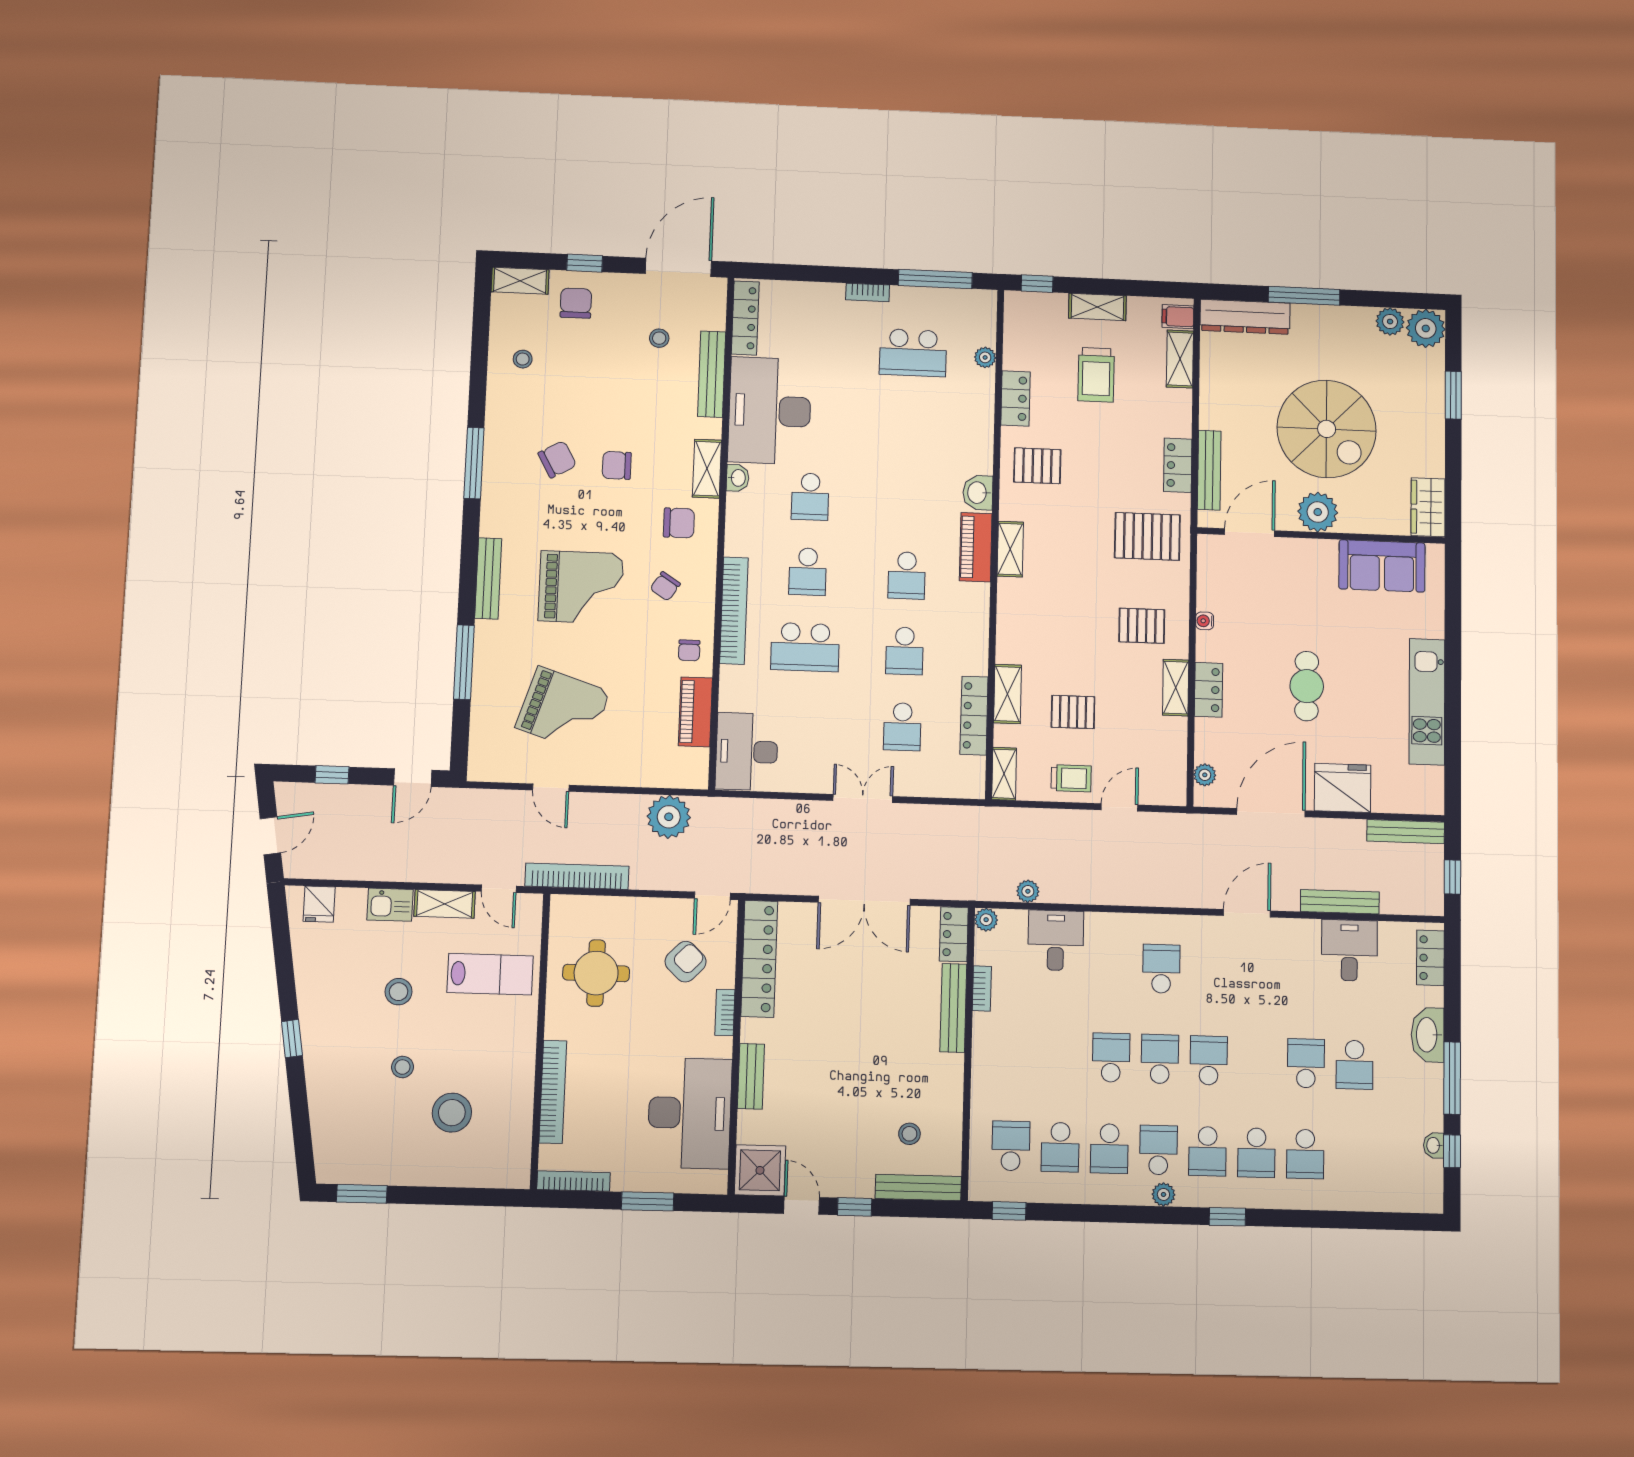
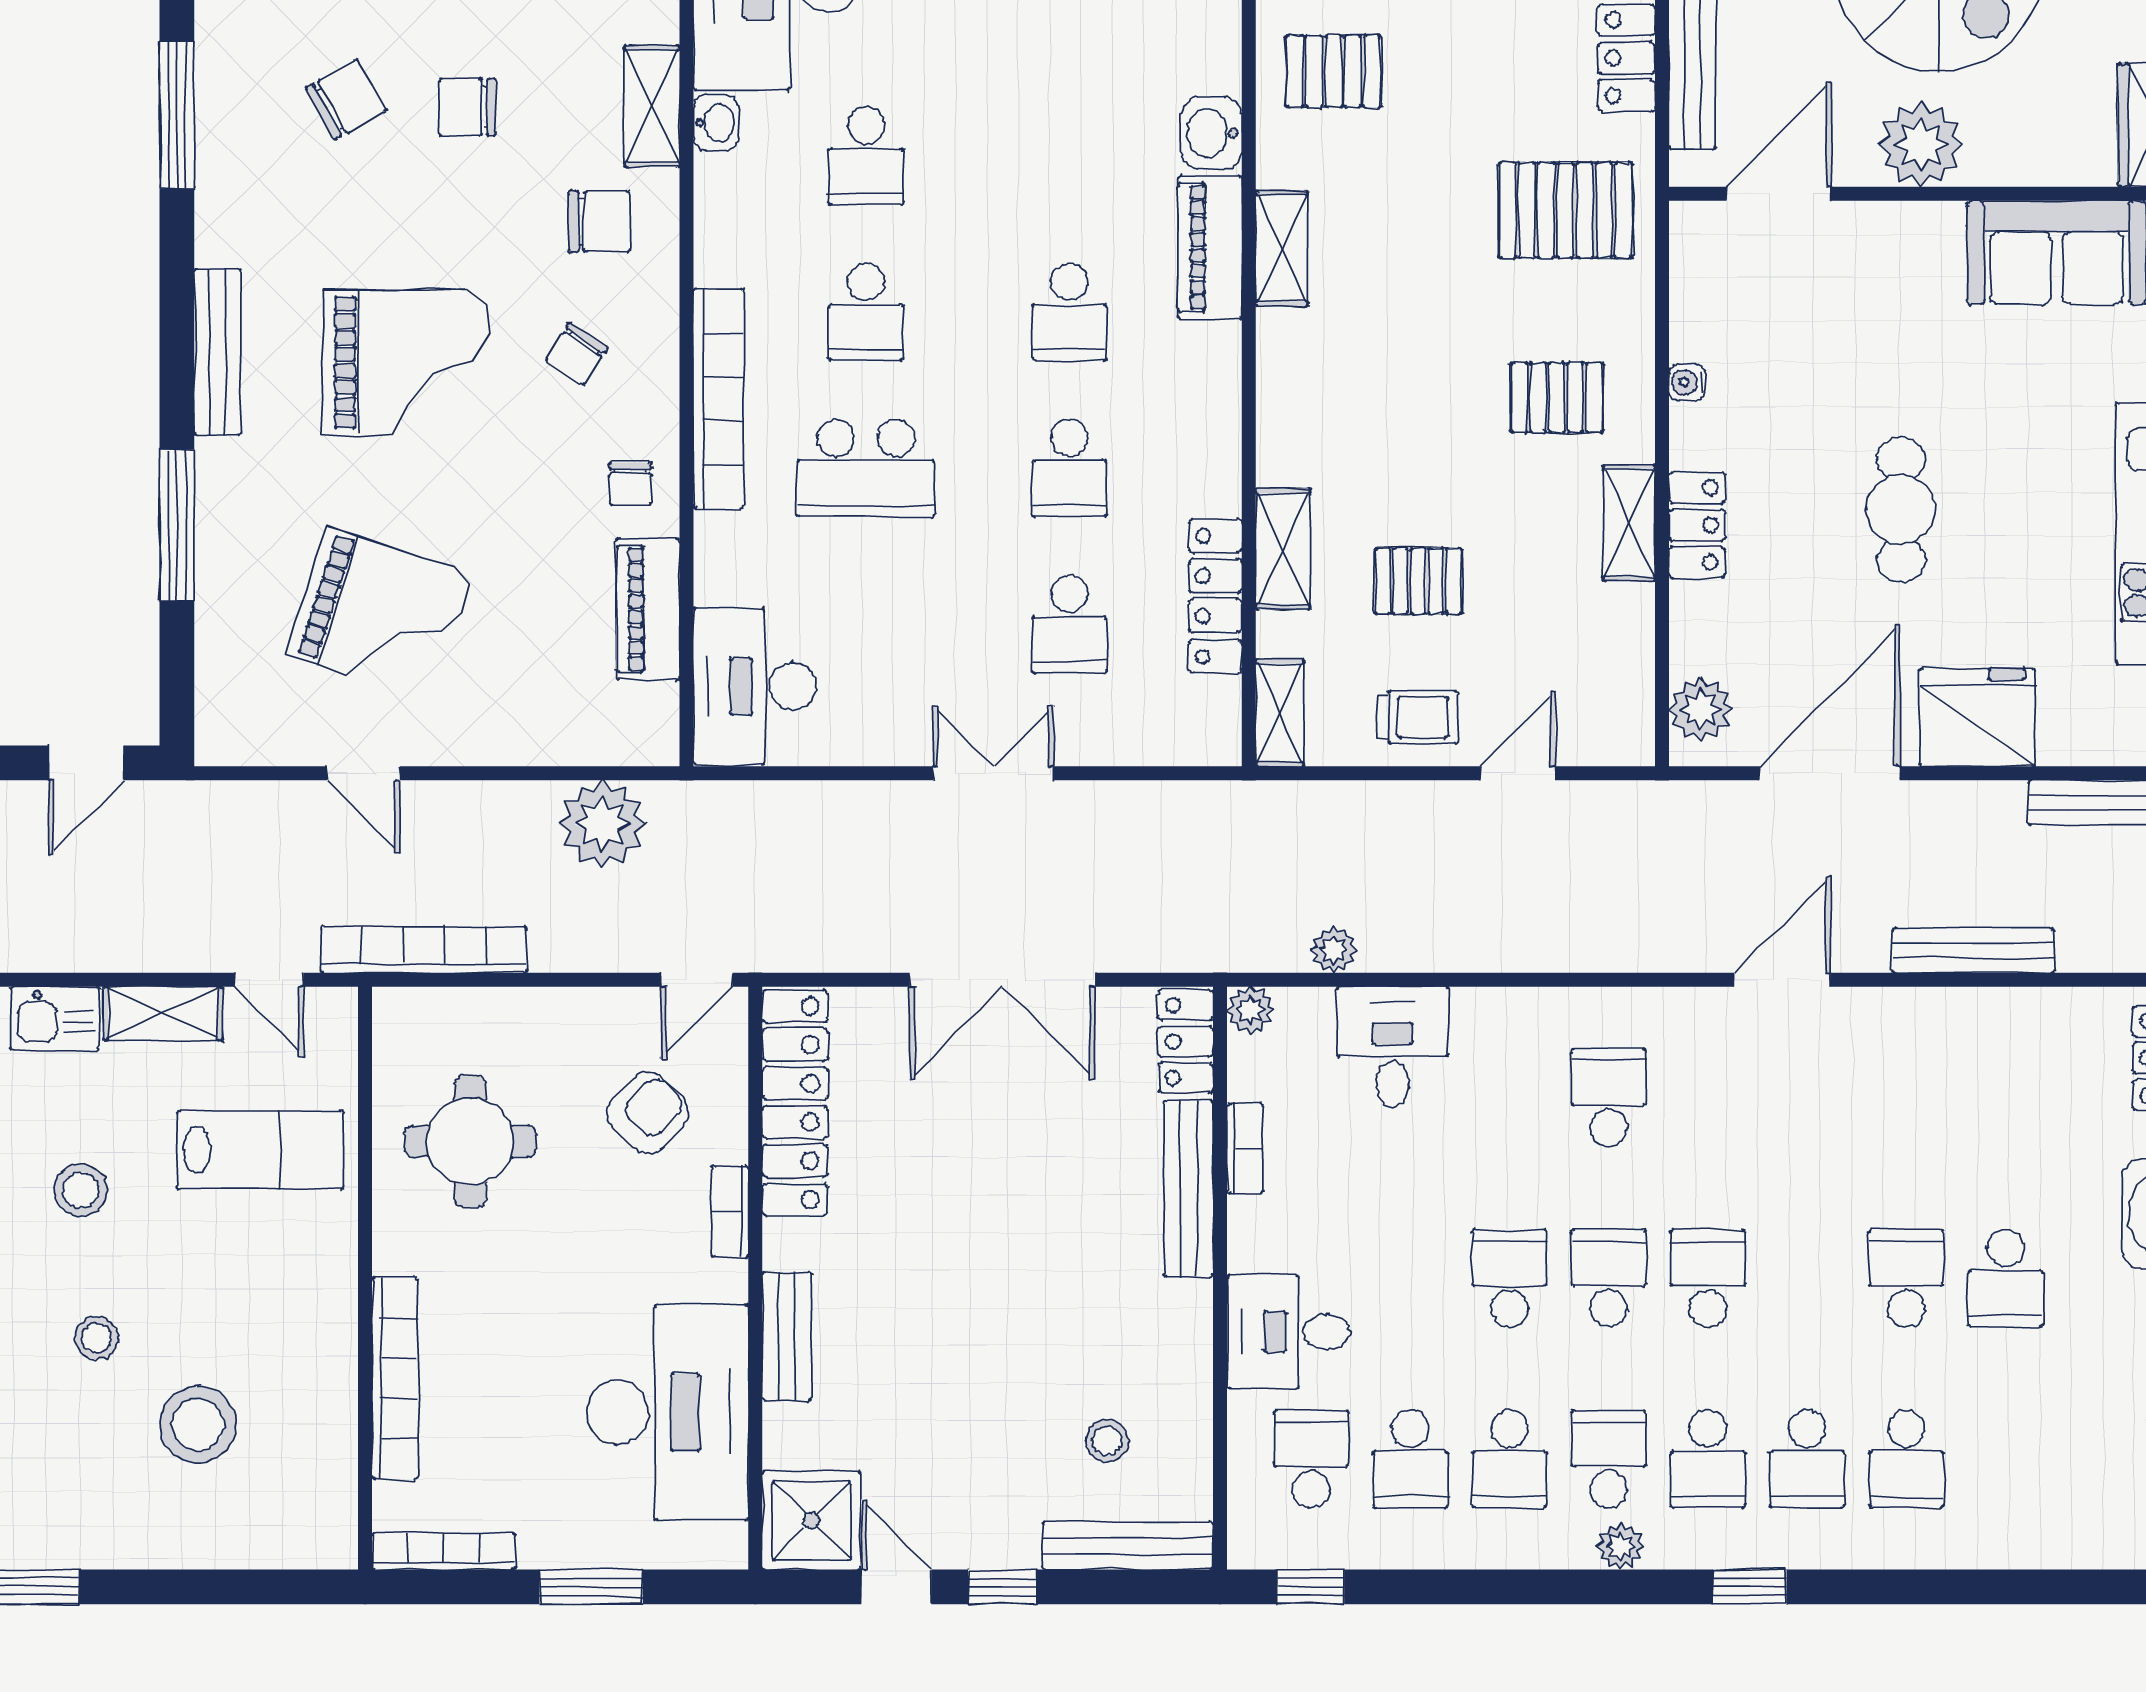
plant: (1205, 775) -> (1701, 709), width x1.38, depth x1.38
desk: (1349, 950) -> (1288, 1332), moved, turned -90

